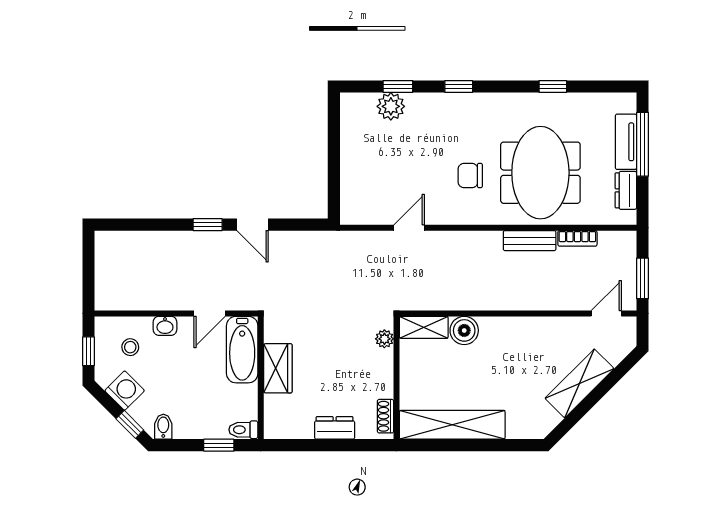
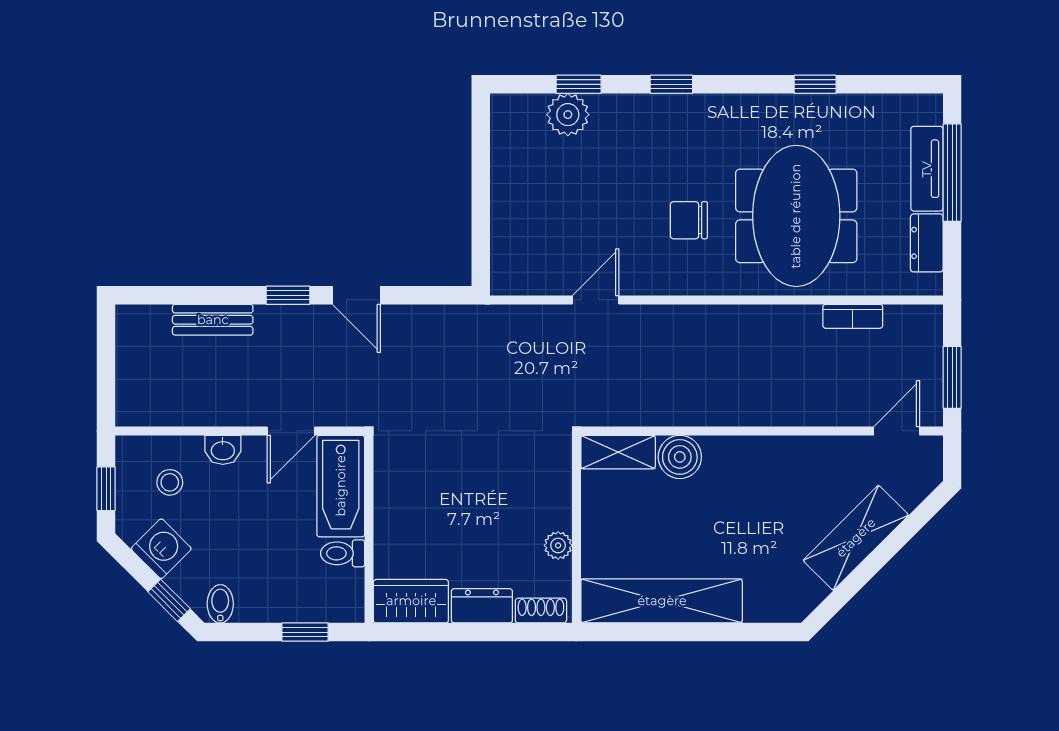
bench: (530, 241) -> (213, 320), moved
plant: (384, 339) -> (558, 545), moved
wardrobe: (278, 368) -> (411, 601), moved, turned -90
shoe rack: (385, 416) -> (541, 611), moved, turned 90
toilet: (243, 430) -> (343, 553), moved

